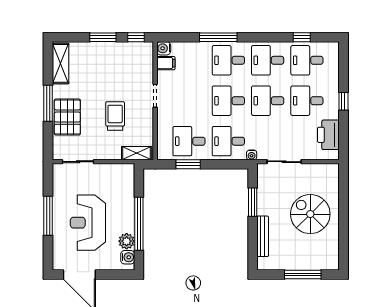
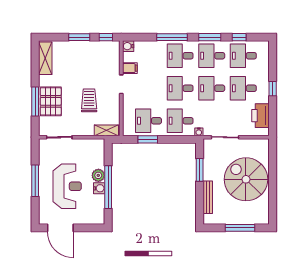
window: (265, 37) -> (210, 37), added
filing cabinet: (166, 63) -> (130, 68), moved
window: (48, 103) -> (35, 102), moved
spiral stairs: (310, 214) -> (246, 179), width x1.37, depth x1.37
reception desk: (88, 223) -> (67, 186), turned 180
plant: (127, 241) -> (98, 175), moved
water cooler: (128, 257) -> (99, 188), moved

